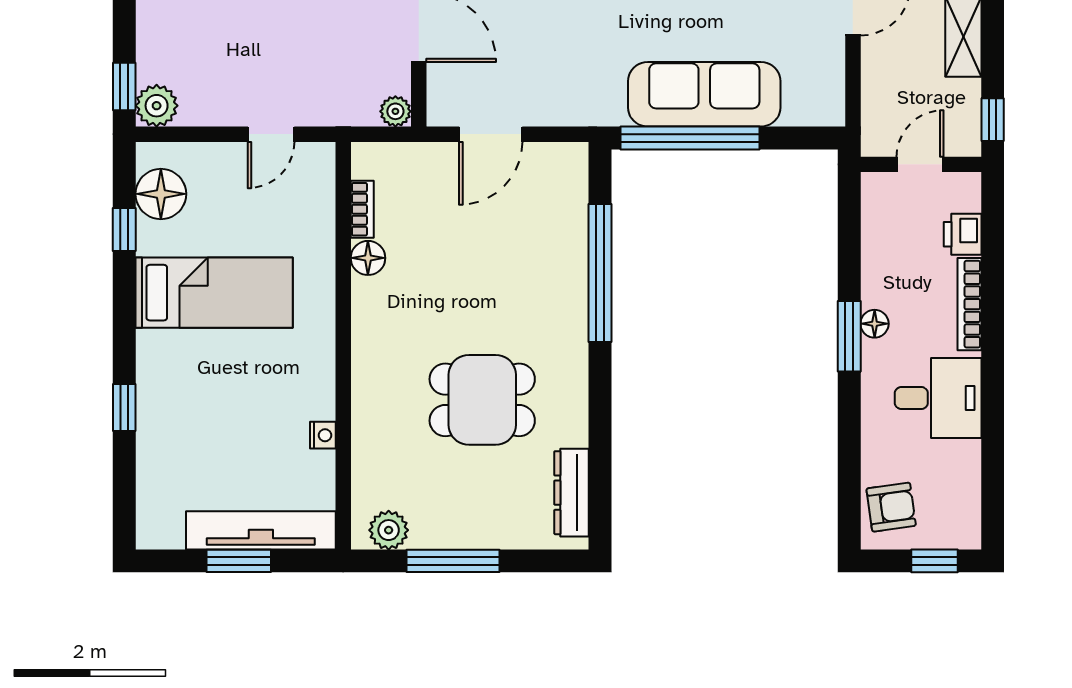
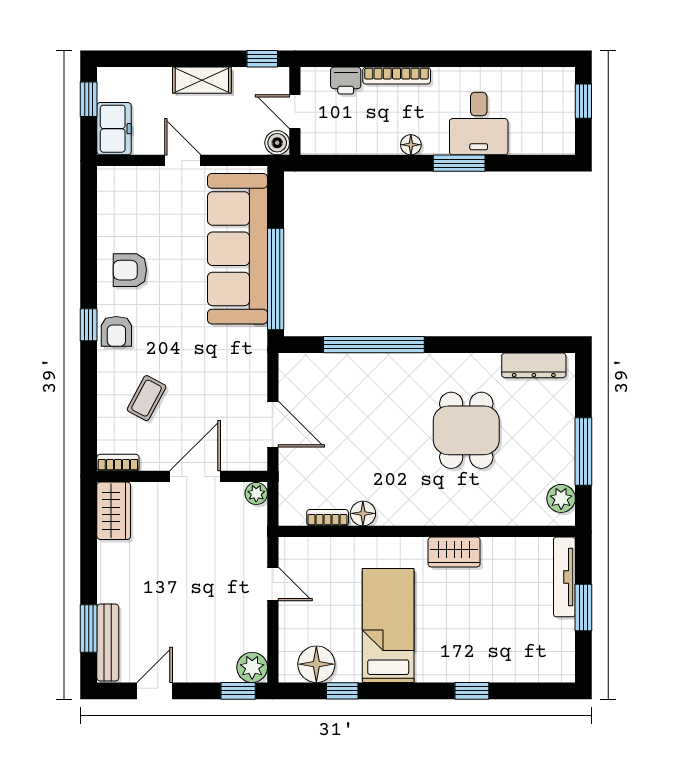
sofa: (704, 94) -> (237, 249), width x1.36, depth x1.27
boiler: (877, 140) -> (277, 143), added
window: (849, 336) -> (459, 163), moved
wardrobe: (315, 383) -> (454, 552), added
desk: (938, 398) -> (479, 123), moved, turned 180
nightstand: (323, 435) -> (492, 546), removed
armchair: (891, 507) -> (544, 133), removed
tv unit: (261, 530) -> (564, 577), width x0.73, depth x0.78

